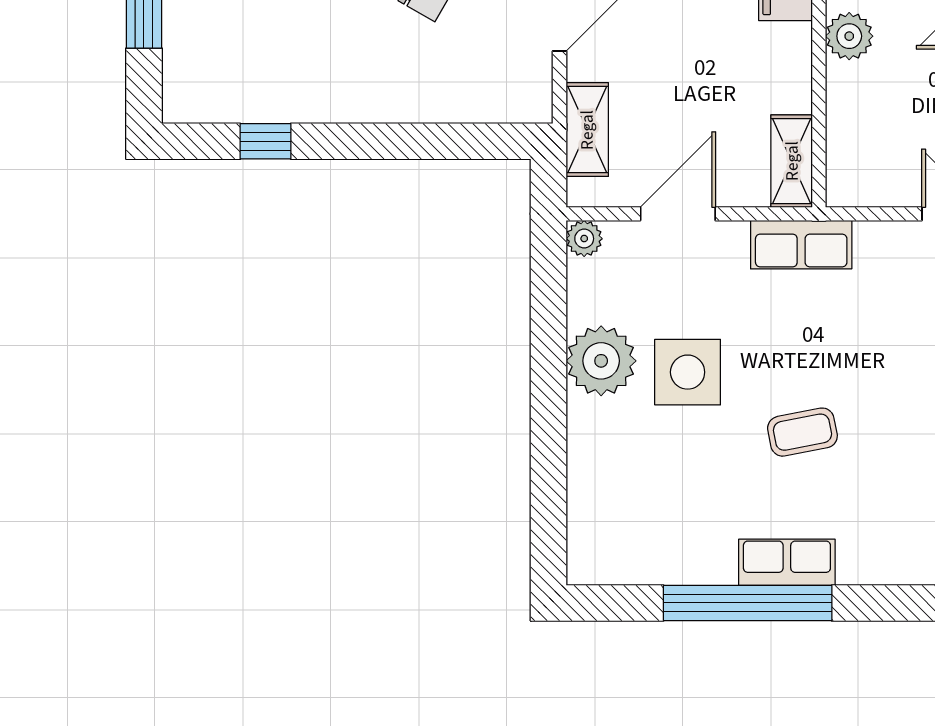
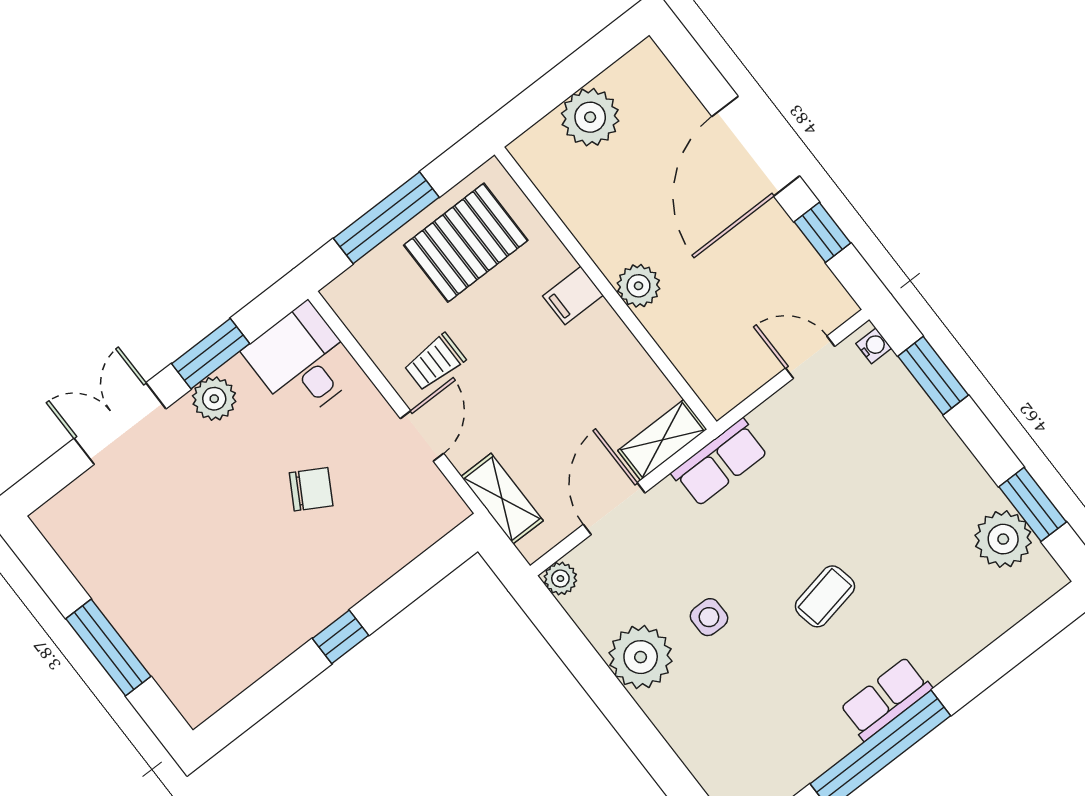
window: (266, 141) -> (341, 637), moved
shelving: (792, 161) -> (662, 440), moved, turned 90
side table: (688, 372) -> (709, 617), width x0.54, depth x0.54

